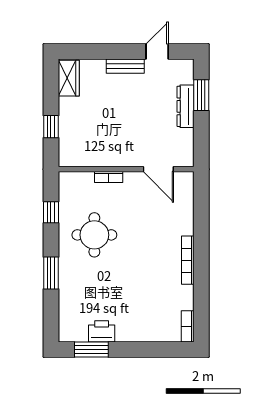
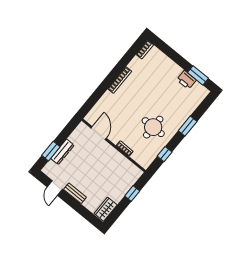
door: (157, 52) -> (55, 188), hinge flipped

